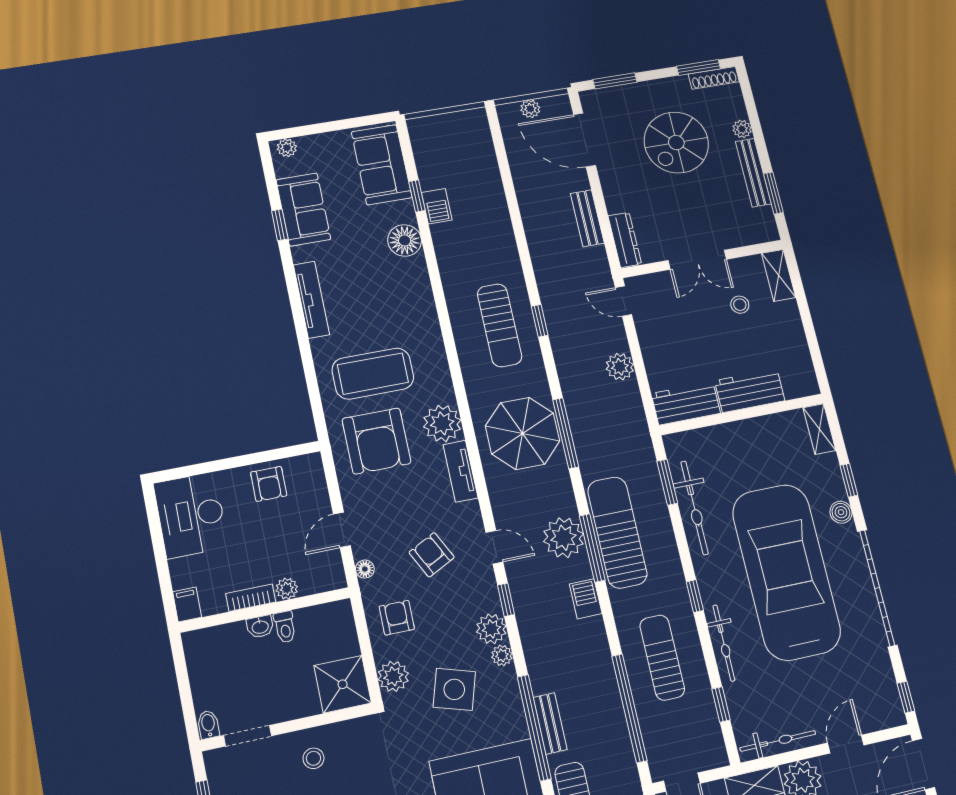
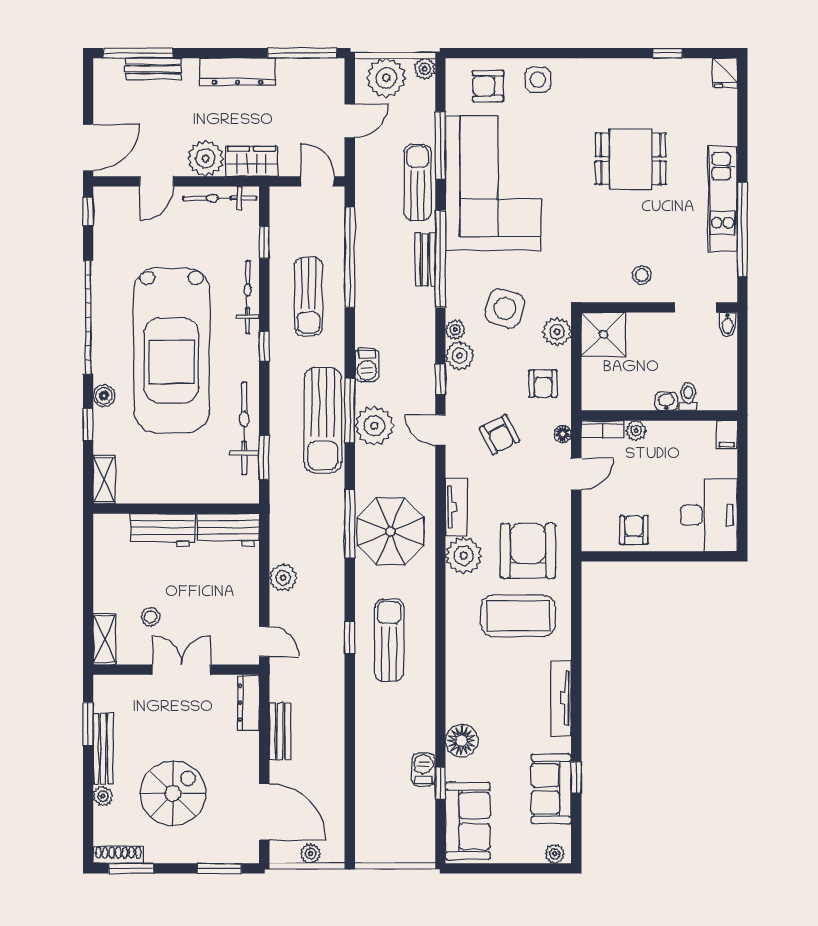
bookcase: (251, 598) -> (603, 429), moved
toilet: (285, 627) -> (688, 396), moved

